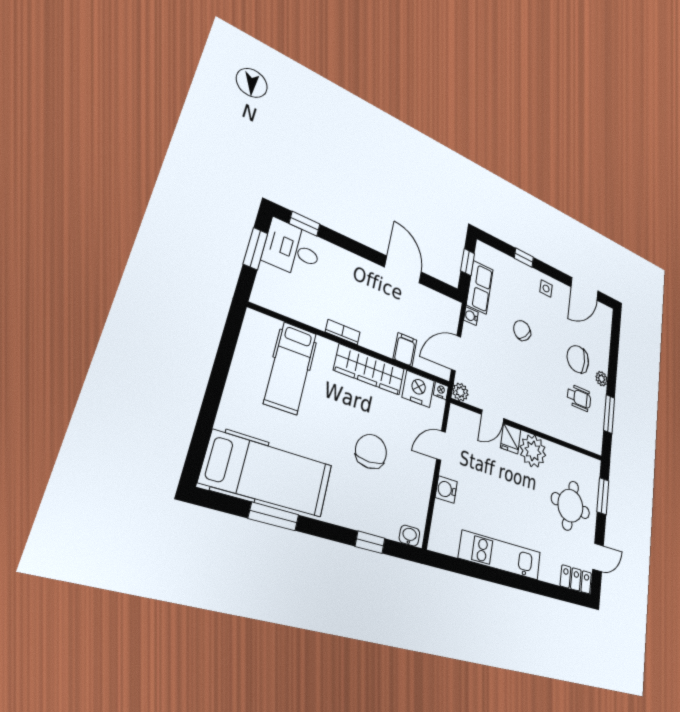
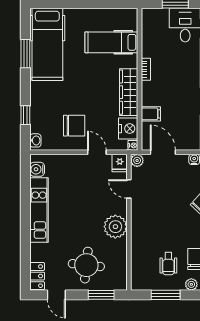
fridge: (511, 439) -> (120, 163), moved, turned -90
chair: (371, 451) -> (74, 126), moved
water cooler: (446, 489) -> (37, 169), moved, turned -90

